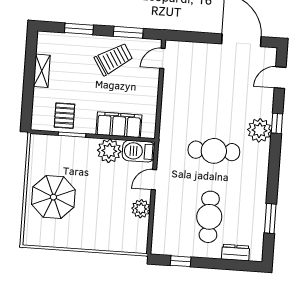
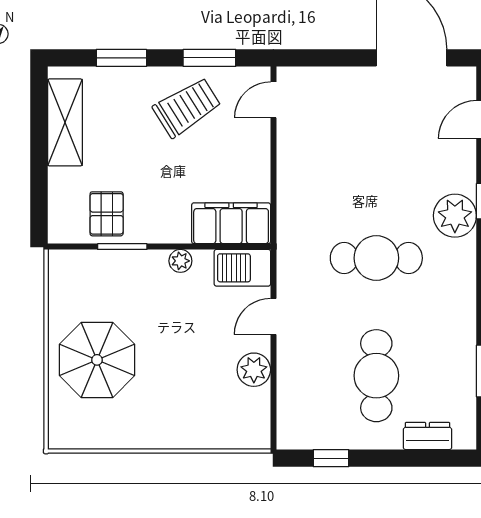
shelving: (42, 71) -> (65, 122), width x1.50, depth x1.33
filing cabinet: (119, 125) -> (231, 223), moved
plant: (109, 151) -> (180, 261), width x0.53, depth x0.53

